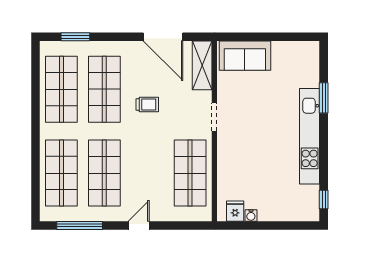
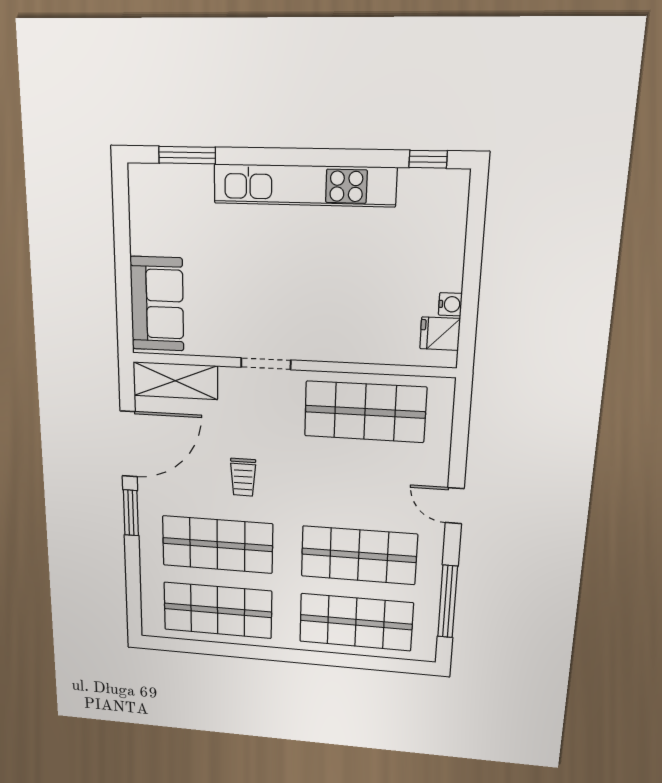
window: (75, 37) -> (131, 513), moved
window: (324, 98) -> (187, 155), moved
trolley: (147, 105) -> (243, 477), turned 180

